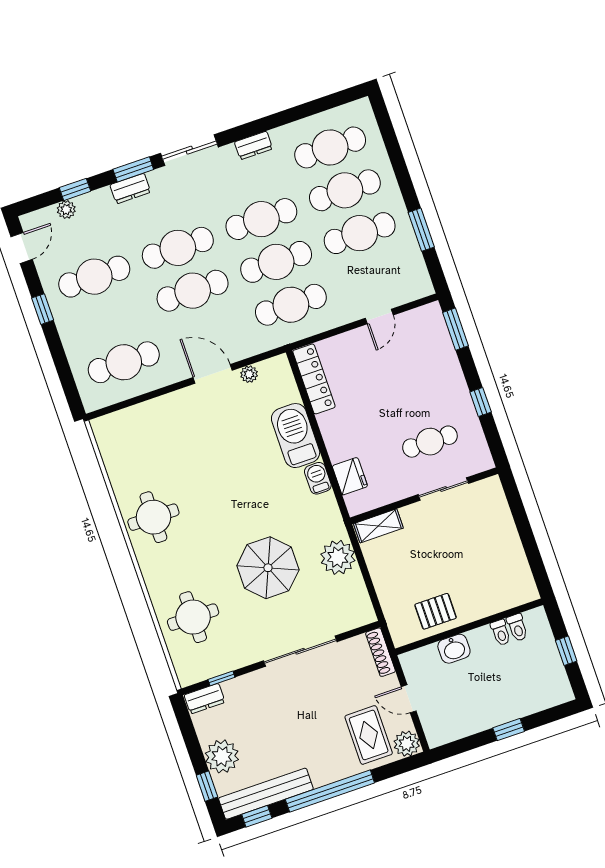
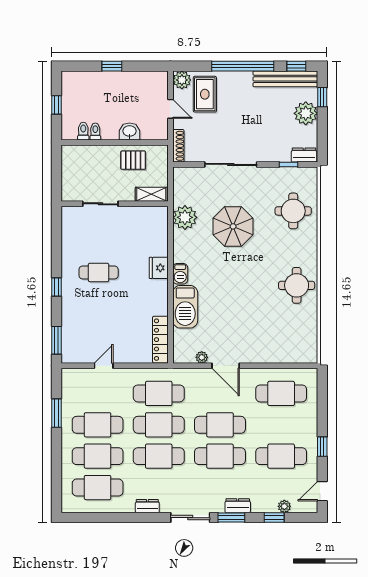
sliding door: (443, 489) -> (100, 204), moved
wall: (424, 496) -> (115, 204), moved
shelving: (378, 526) -> (151, 194), moved

